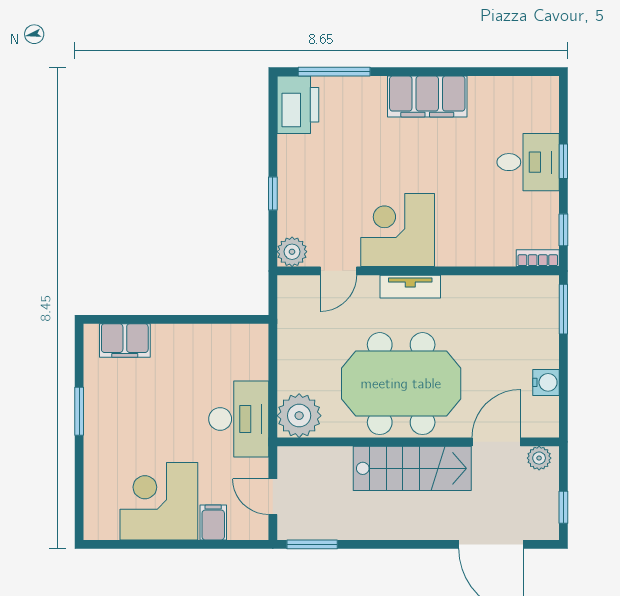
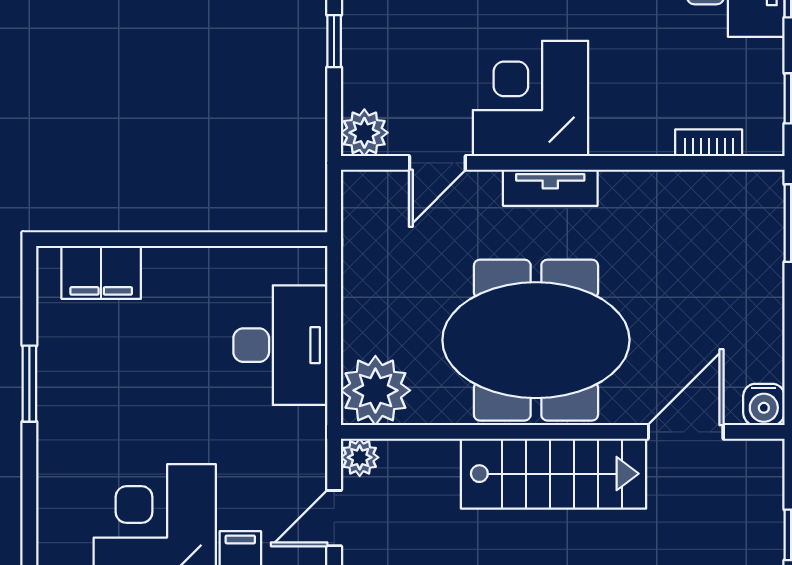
bookcase: (538, 258) -> (709, 143), moved
water cooler: (546, 382) -> (764, 404), moved, turned 90
desk: (239, 419) -> (280, 345), moved
plant: (539, 458) -> (360, 457), moved
door: (273, 497) -> (334, 518), hinge flipped

